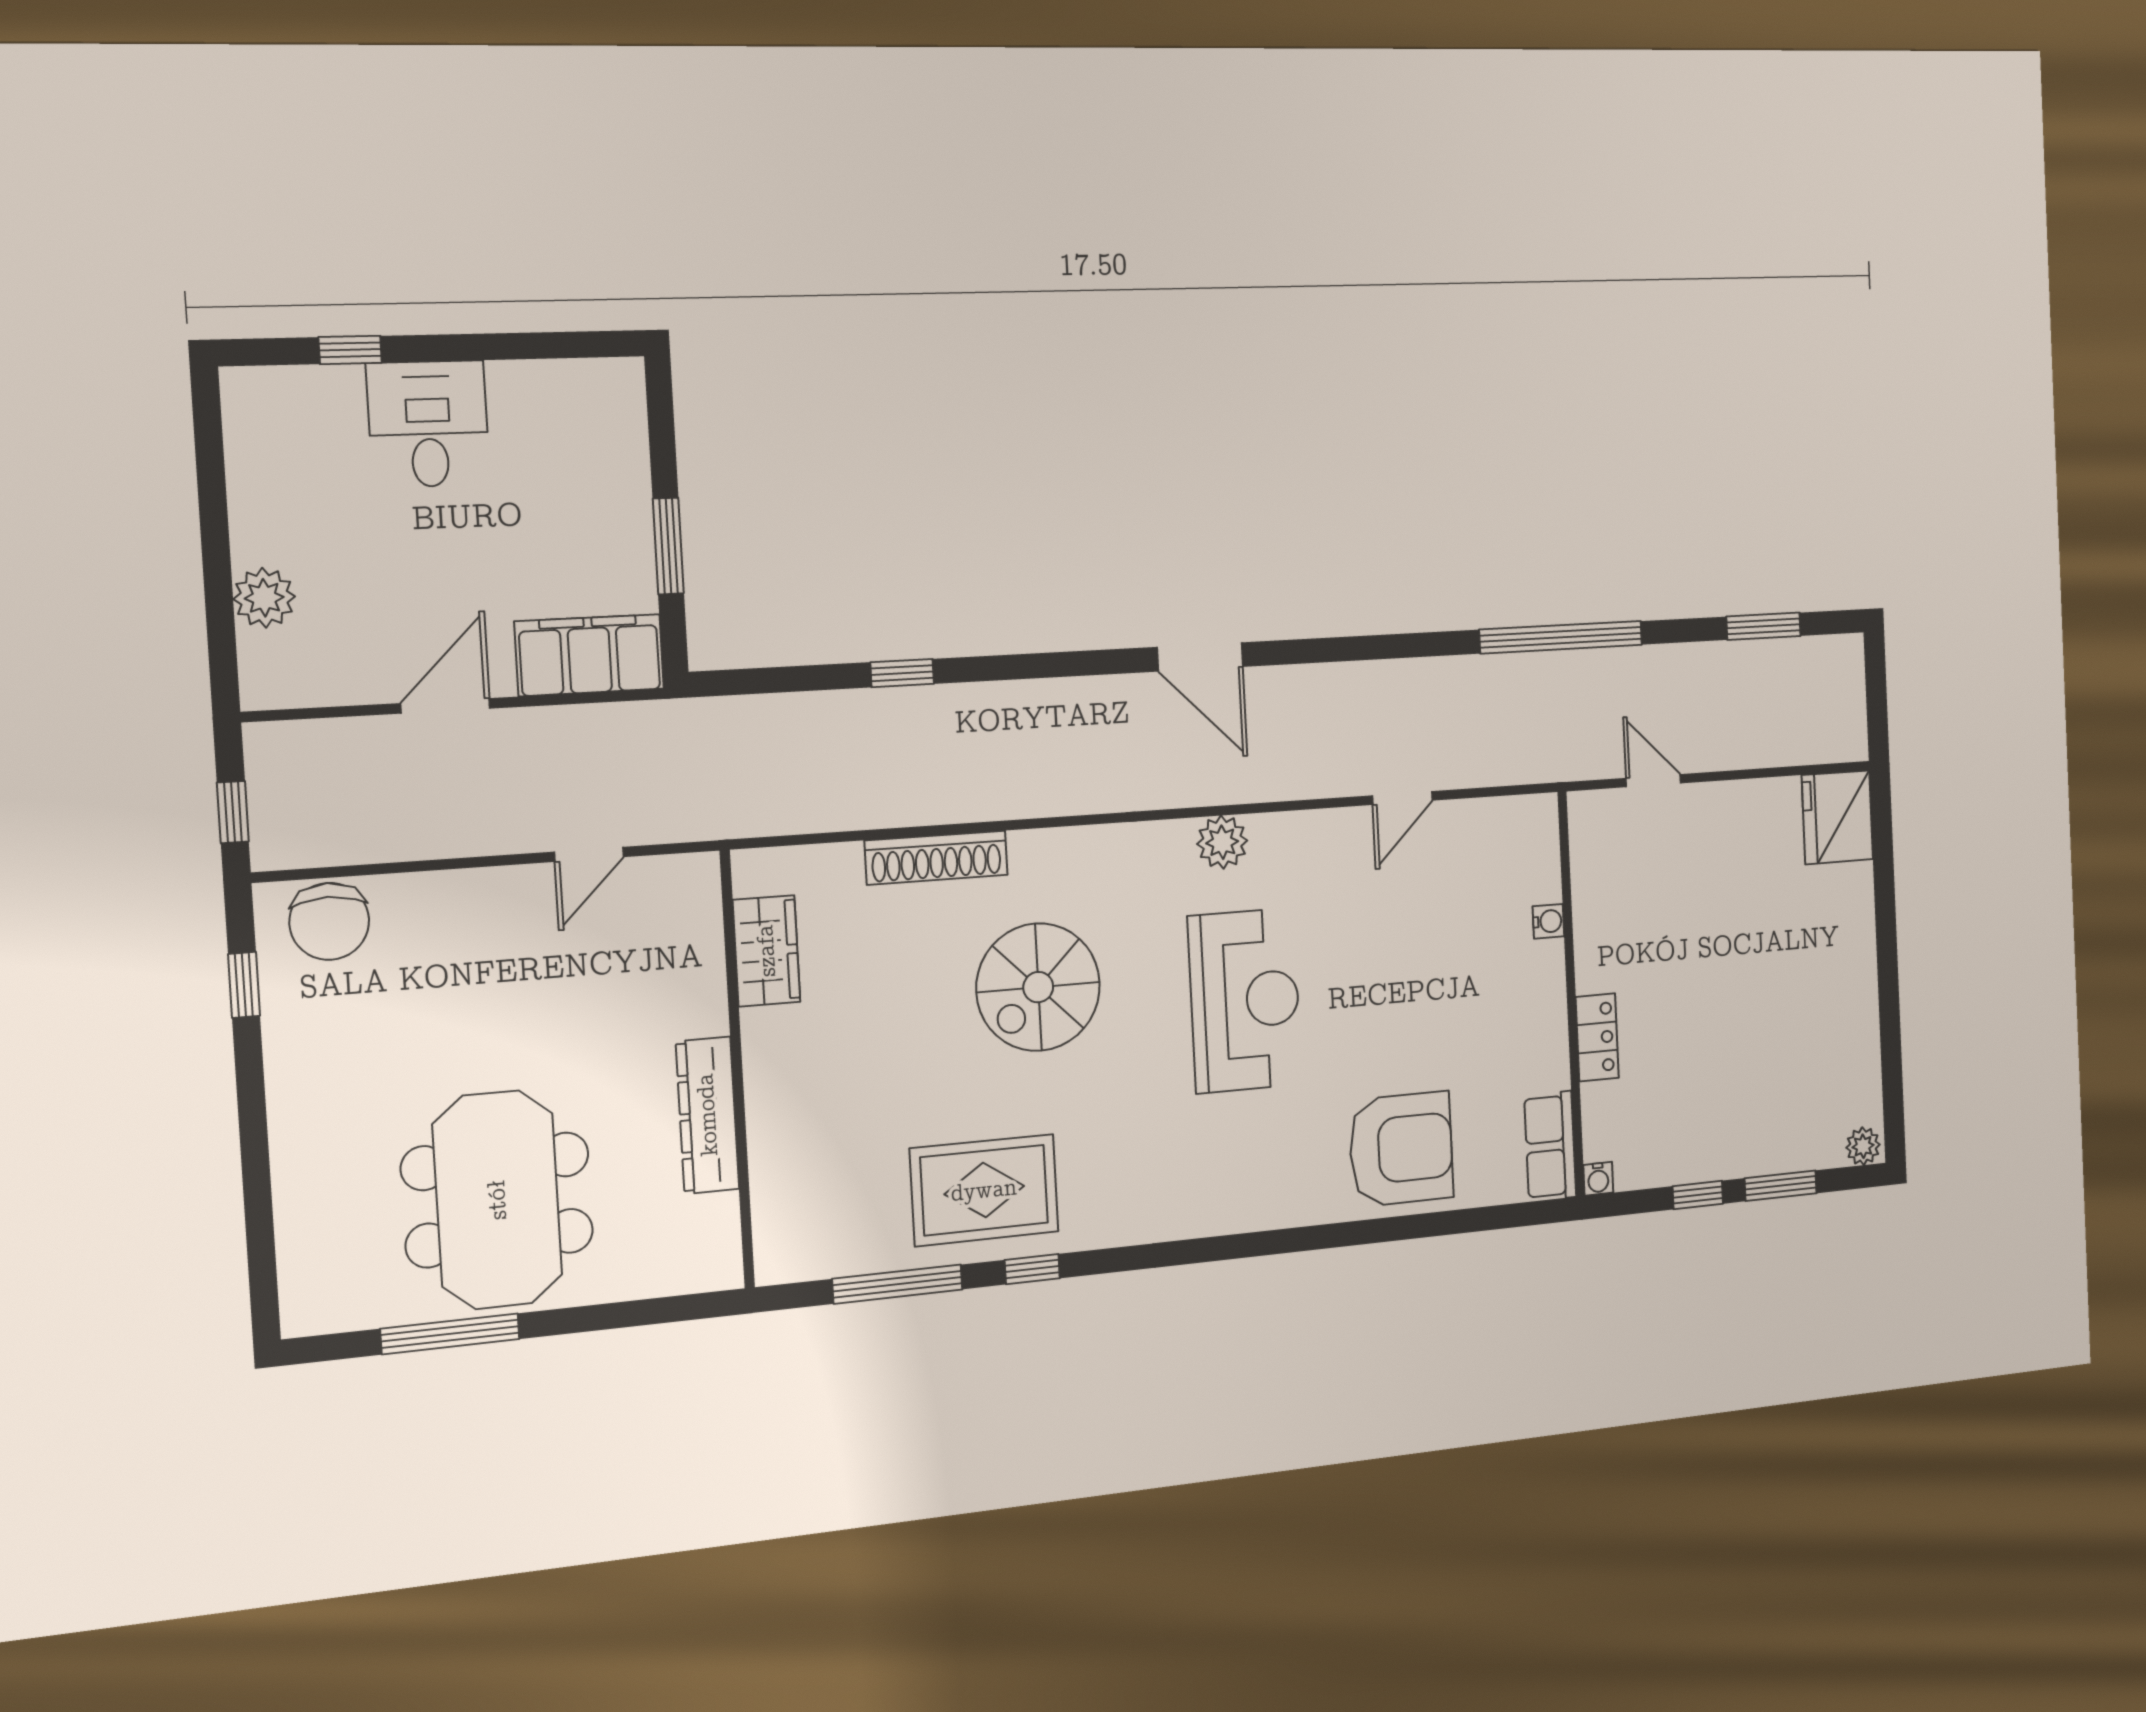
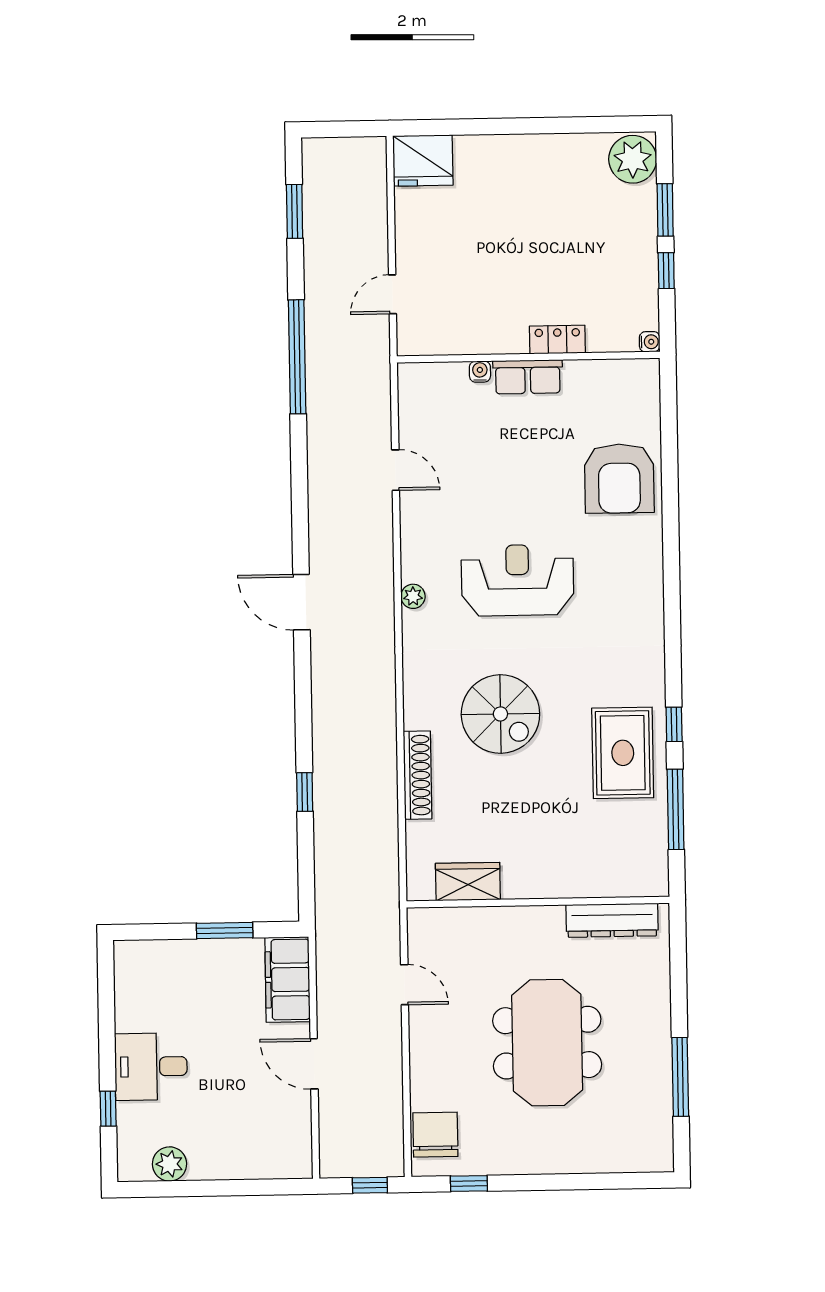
plant: (264, 598) -> (169, 1164), moved
door: (1200, 657) -> (301, 602), swing flipped
plant: (1222, 842) -> (413, 596), width x0.73, depth x0.73
chair: (329, 921) -> (435, 1135), turned -90
dresser: (707, 1115) -> (612, 920), moved
row of seats: (1550, 1146) -> (528, 377), moved
plant: (1863, 1146) -> (633, 159), width x1.88, depth x1.88
armchair: (1401, 1149) -> (619, 478), turned 180
meeting table: (497, 1200) -> (547, 1043), moved, turned 90

